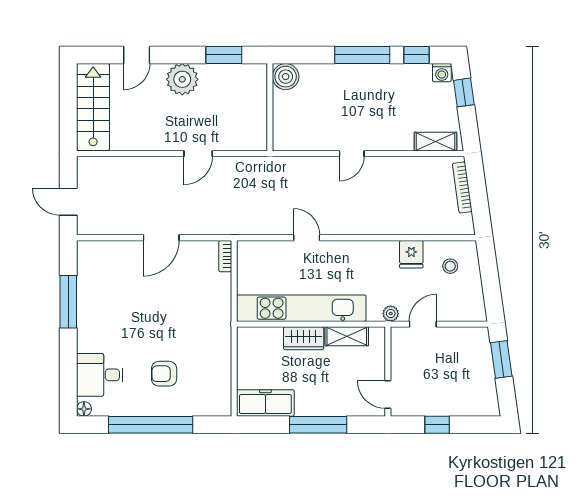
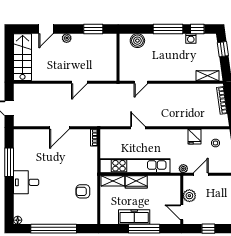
washing machine: (442, 73) -> (191, 38), moved
boiler: (286, 77) -> (137, 41), moved
plant: (182, 79) -> (67, 38), width x0.53, depth x0.53
door: (352, 154) -> (141, 82), moved
shelving: (347, 336) -> (113, 181), moved
plant: (402, 364) -> (189, 196), added
armchair: (164, 374) -> (83, 191), moved
desk: (100, 375) -> (26, 182), moved
freezer: (265, 403) -> (134, 217), moved

